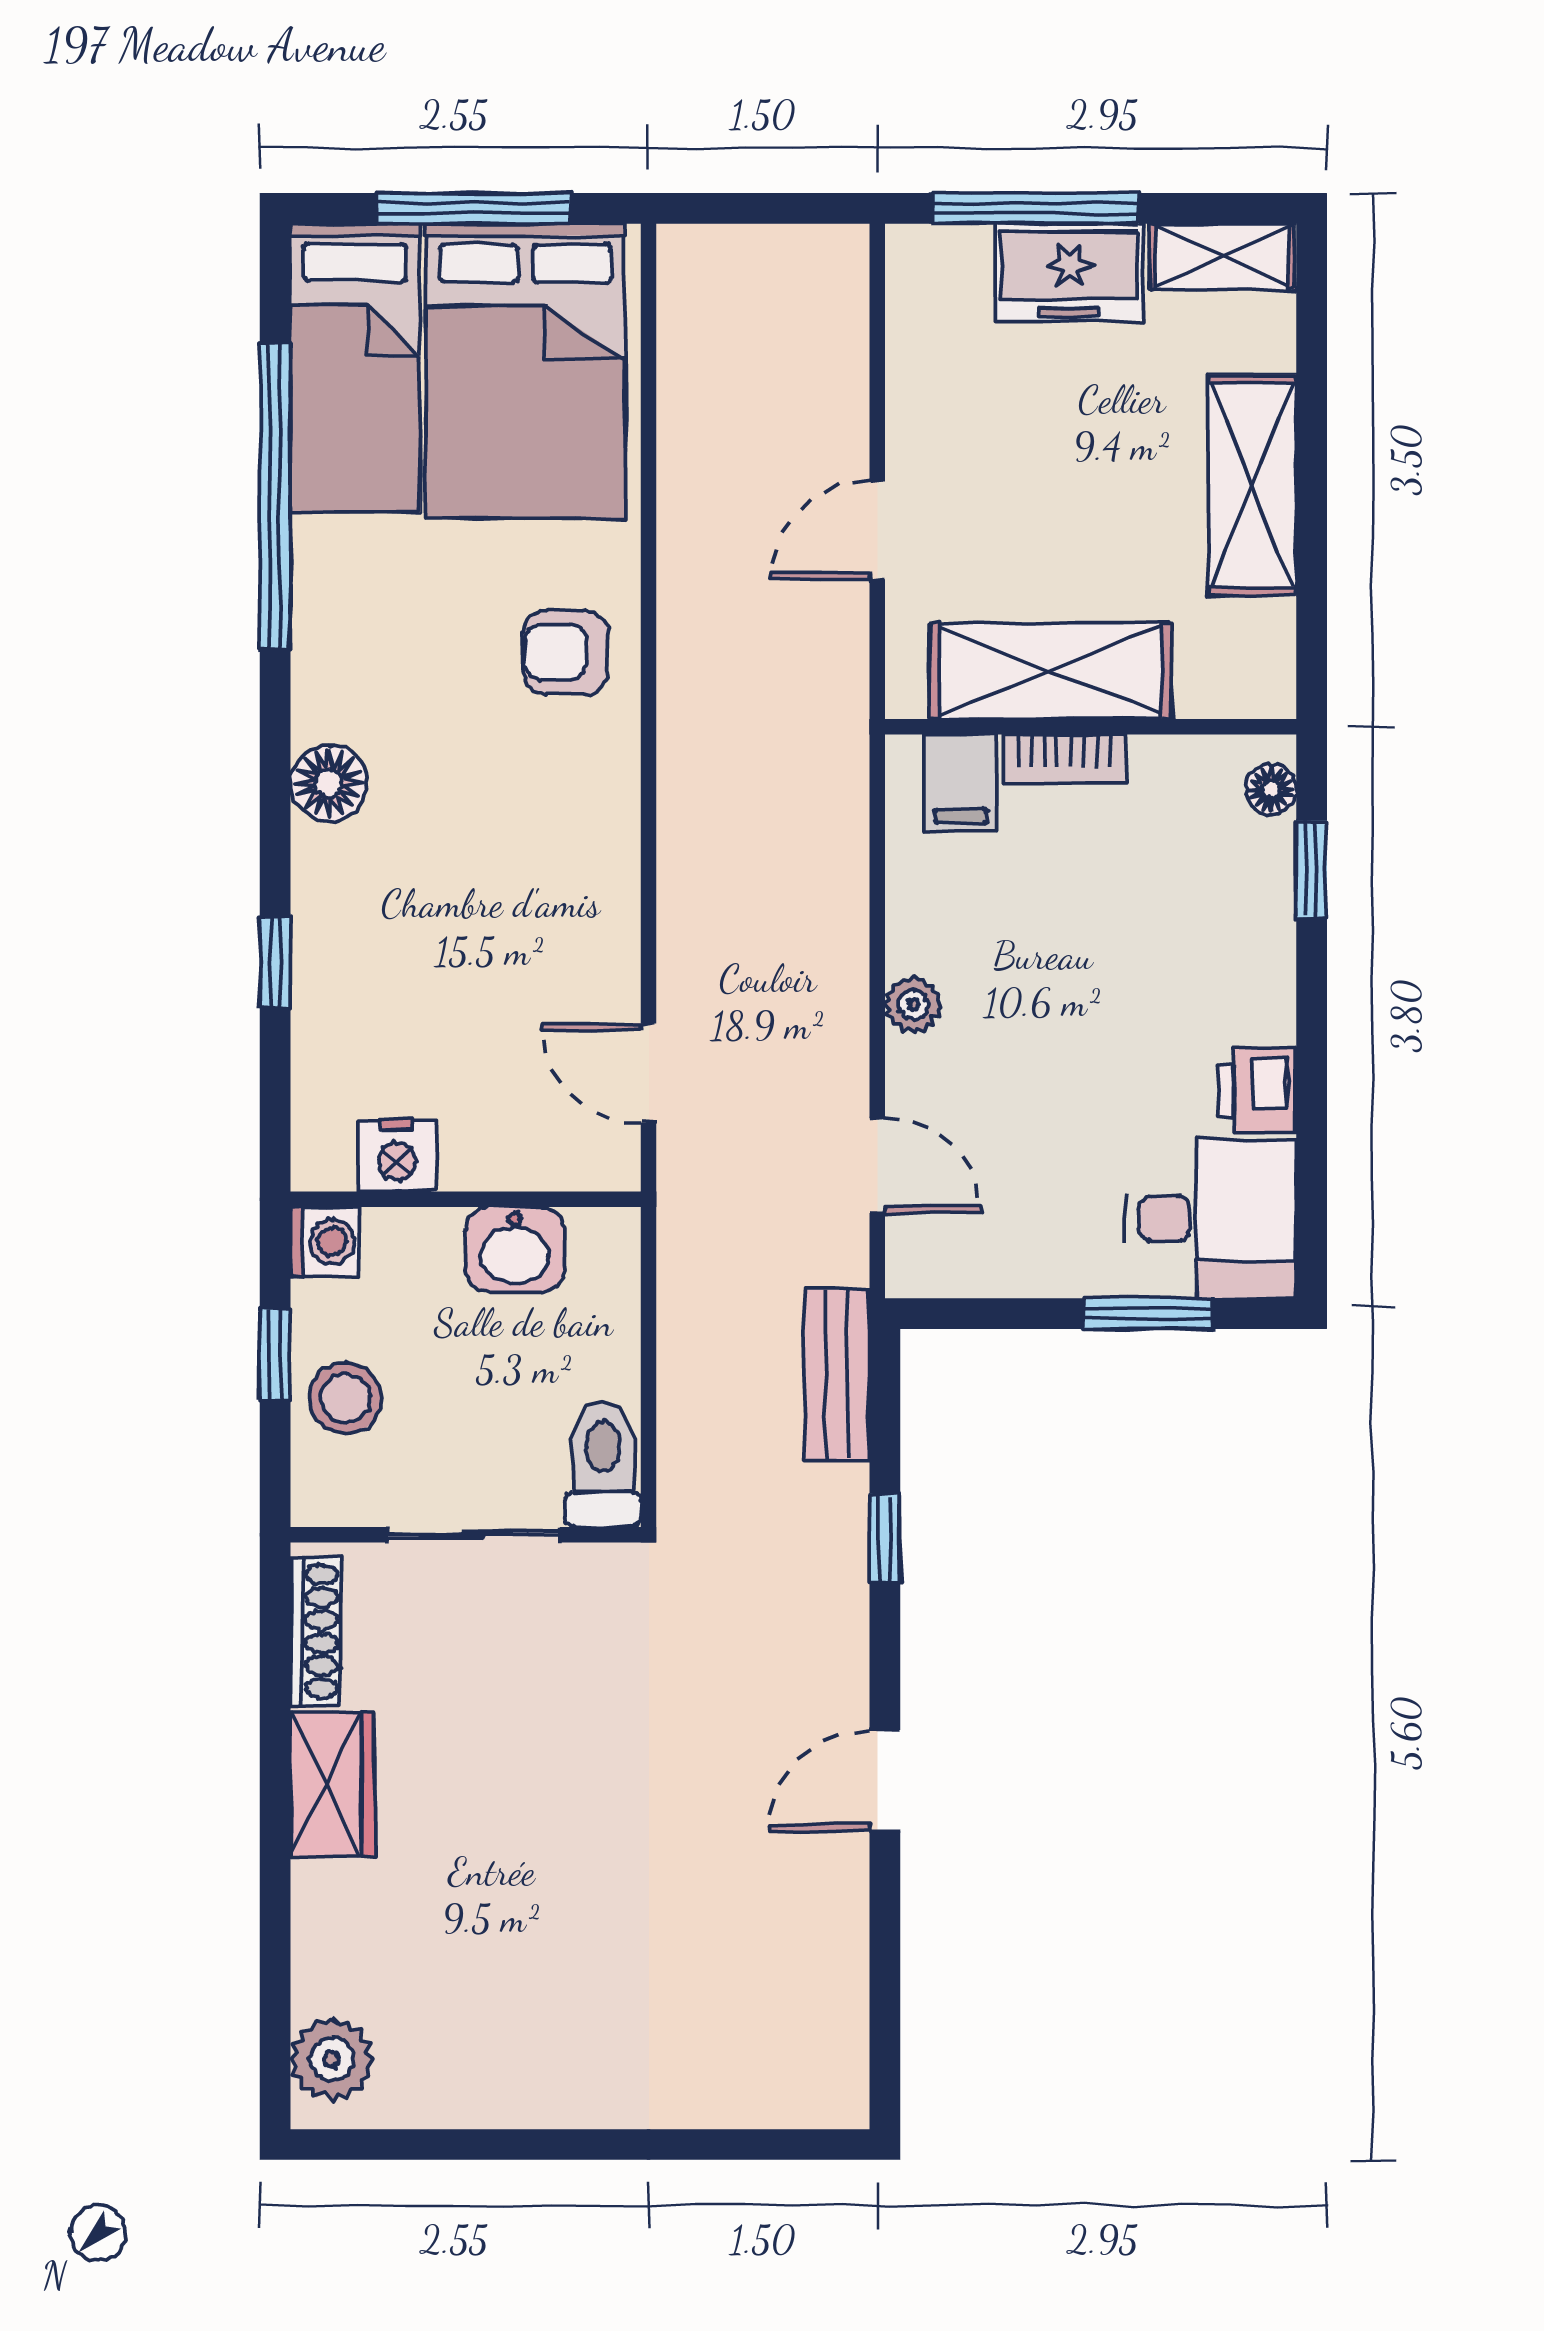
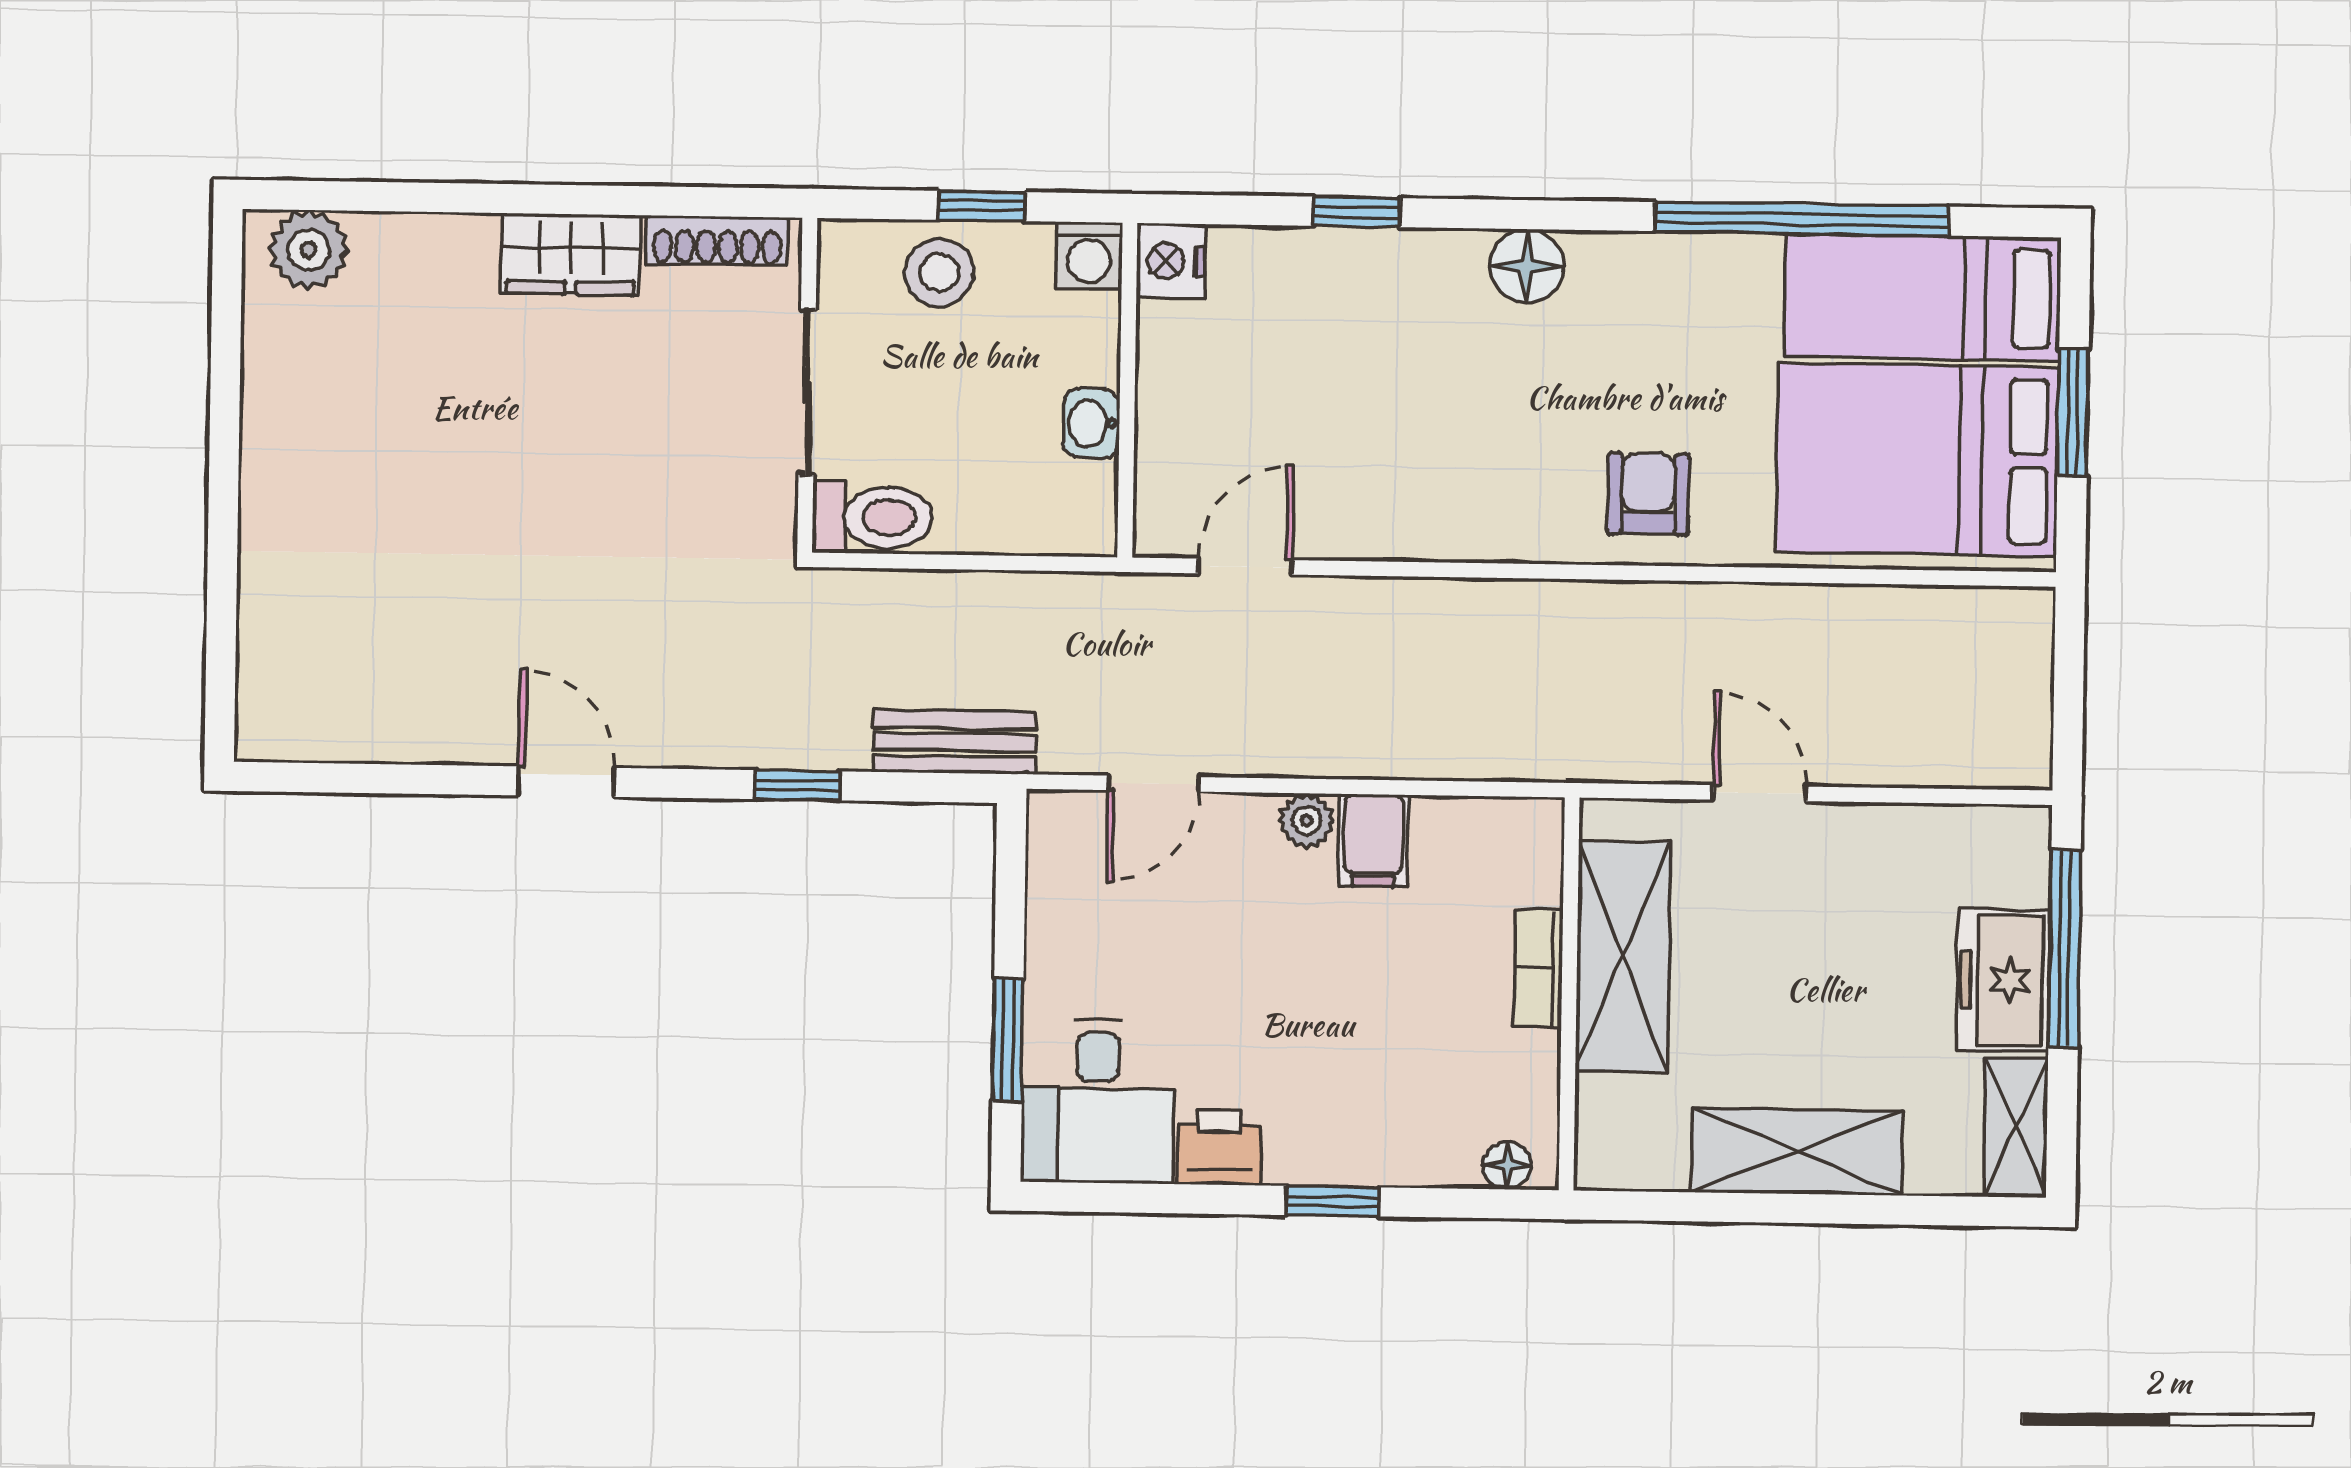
window: (474, 208) -> (2073, 413), width x0.69
filing cabinet: (961, 783) -> (1374, 840), moved, turned -90
window: (1312, 869) -> (1333, 1201), moved
nightstand: (397, 1156) -> (1171, 261), moved
washbasin: (515, 1250) -> (1091, 423), width x0.72, depth x0.69

